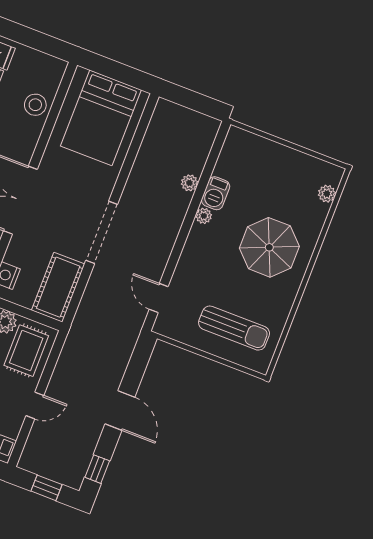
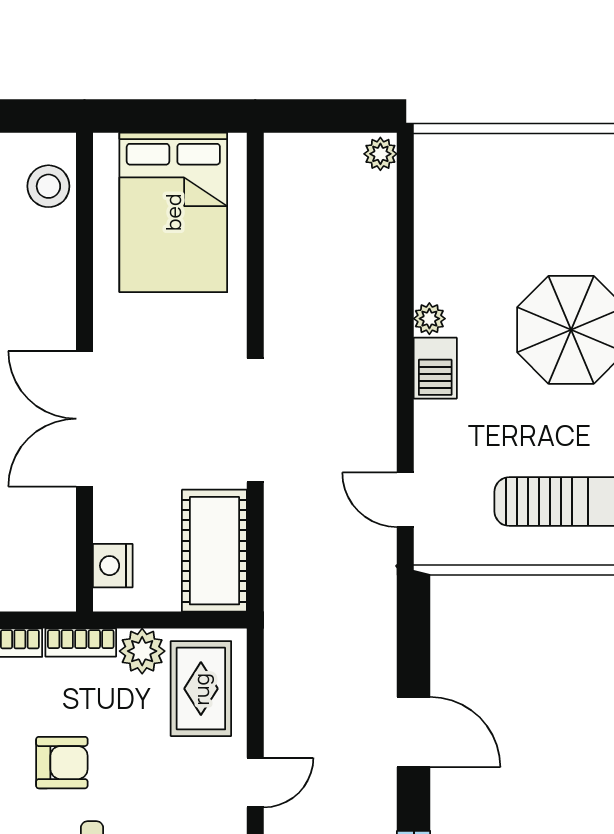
stool: (35, 105) -> (48, 186), moved
plant: (189, 183) -> (380, 154), moved
barbecue: (216, 193) -> (435, 368), moved

